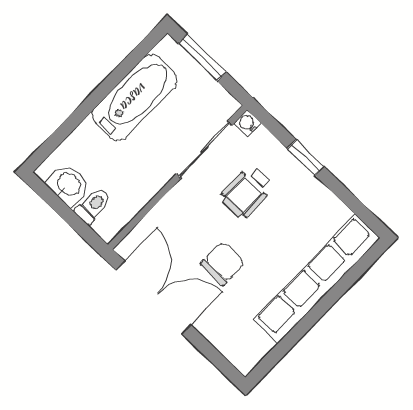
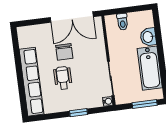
washbasin: (69, 185) -> (148, 37), moved, turned 90
wheelchair: (247, 192) -> (63, 78), moved

